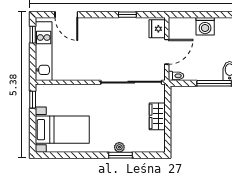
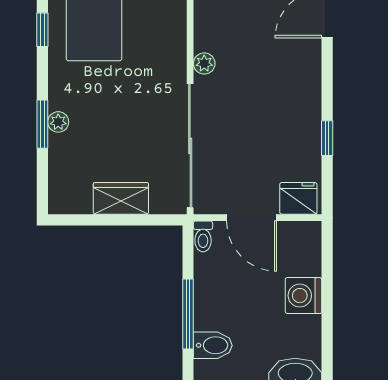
plant: (91, 75) -> (204, 64), added
window: (74, 155) -> (42, 30), added

